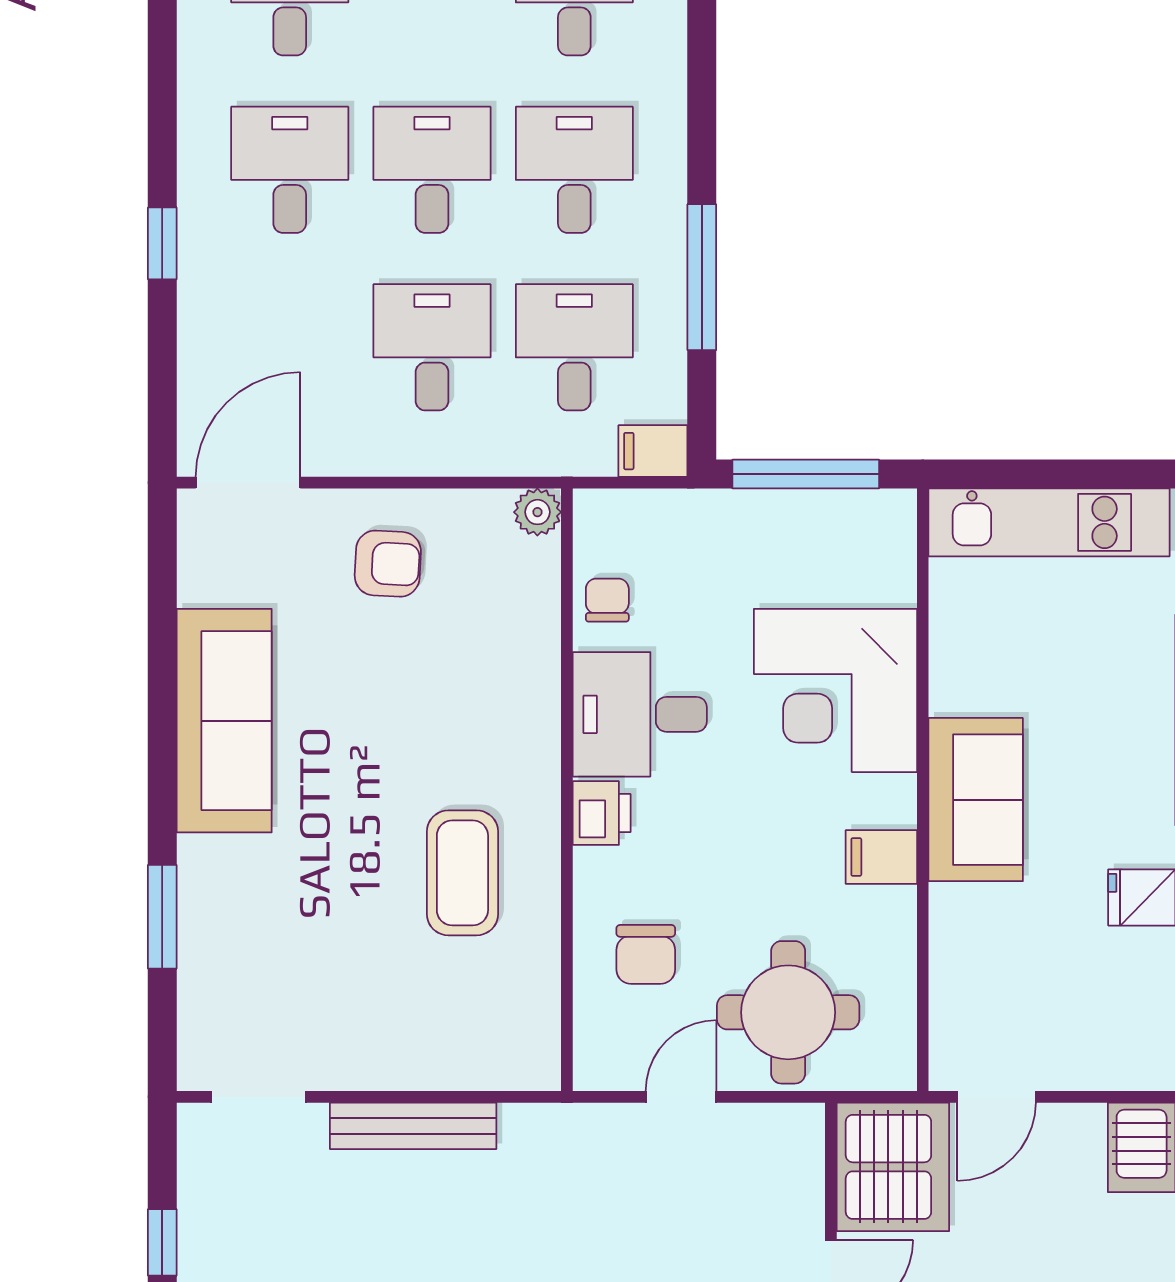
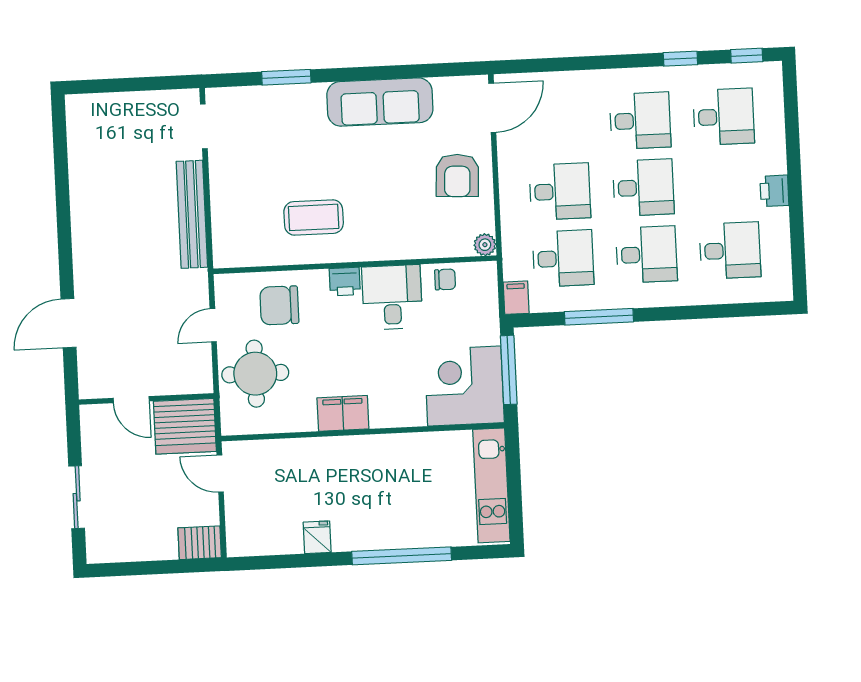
window: (162, 243) -> (680, 59), moved
door: (248, 483) -> (492, 108), hinge flipped
armchair: (388, 564) -> (457, 175), width x1.38, depth x1.38
corner desk: (835, 690) -> (464, 386), moved
sofa: (976, 800) -> (359, 457), removed
filing cabinet: (881, 857) -> (343, 413), width x2.00
chair: (646, 954) -> (279, 305), width x1.37, depth x1.37
door: (681, 1097) -> (213, 325), swing flipped
bench: (413, 1126) -> (192, 214), width x1.37, depth x1.21
window: (162, 1242) -> (133, 84), removed

